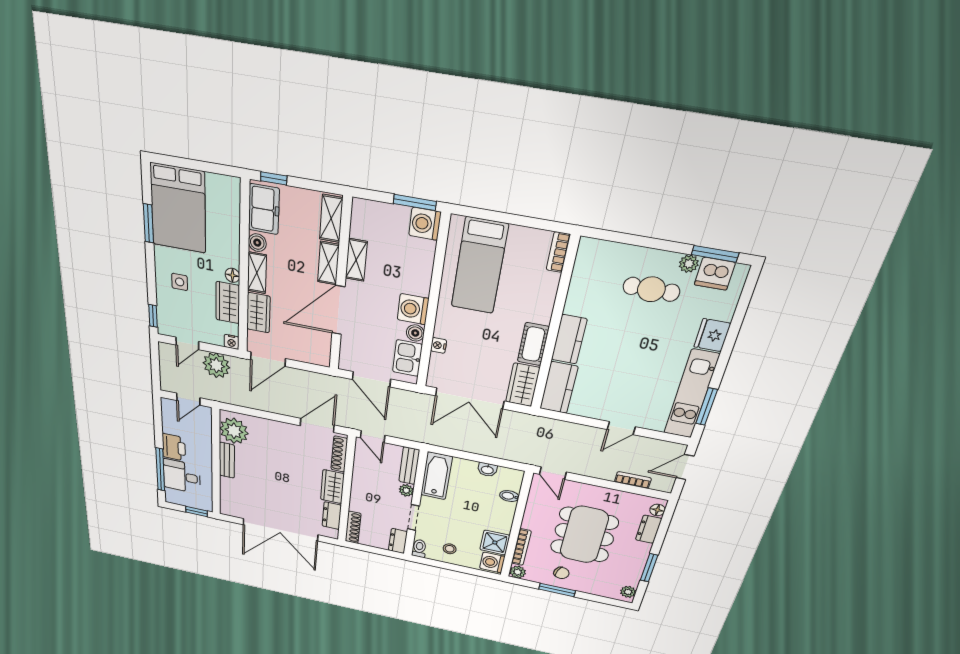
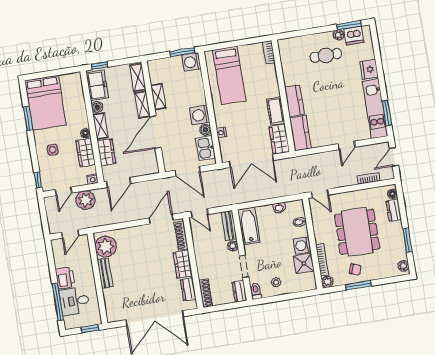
washing machine: (492, 562) -> (302, 245), moved

